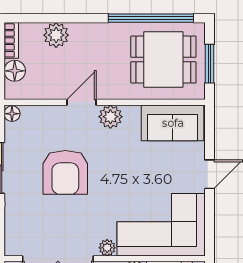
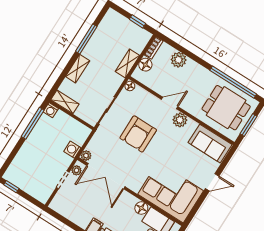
plant: (107, 248) -> (86, 156), moved

